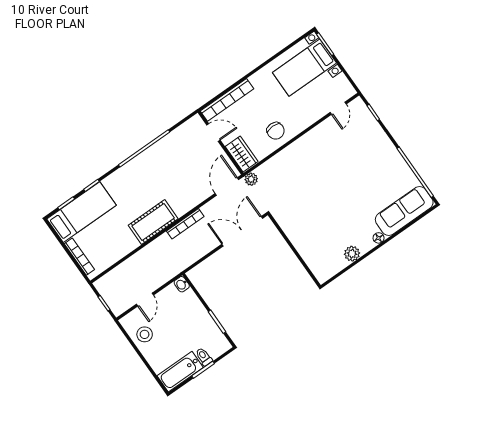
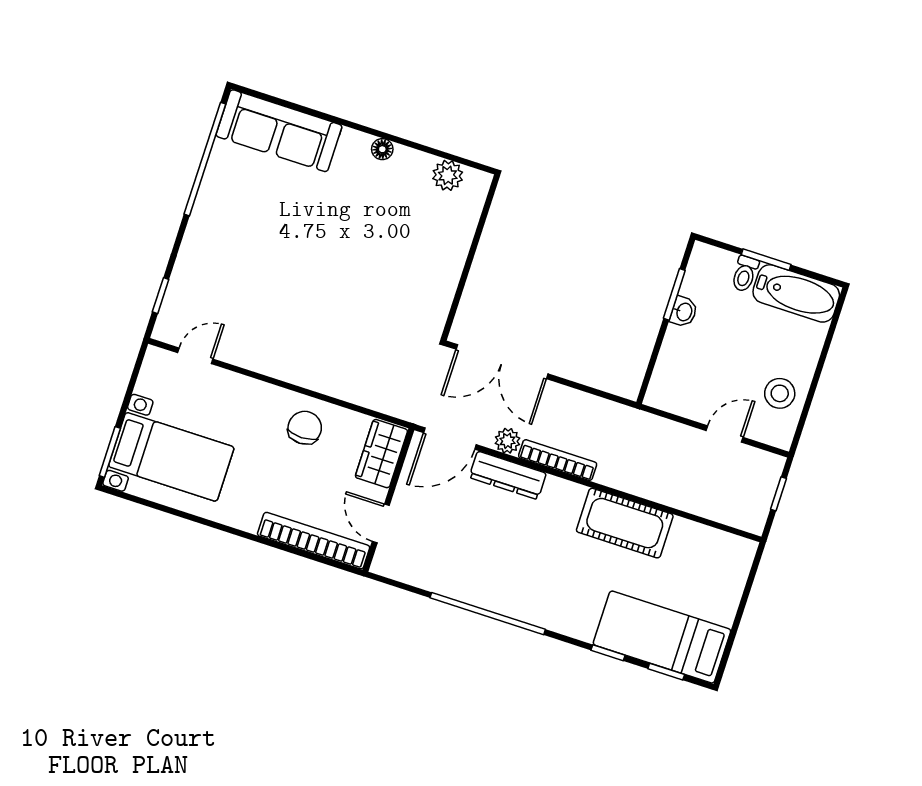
plant: (251, 179) -> (508, 441), moved
dresser: (194, 199) -> (508, 475), added
cot: (153, 222) -> (625, 523), moved
floor lamp: (379, 238) -> (382, 149), moved
plant: (352, 254) -> (448, 175), moved
bookcase: (79, 257) -> (735, 588), removed
washbasin: (182, 284) -> (684, 312), moved

